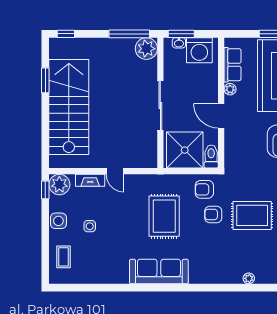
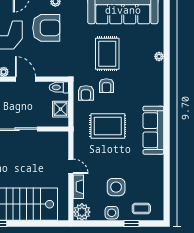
door: (221, 116) -> (25, 79), swing flipped
shower: (185, 150) -> (60, 109), width x0.54, depth x0.54
door: (115, 171) -> (71, 166), hinge flipped
window: (45, 190) -> (132, 224), moved
side table: (90, 226) -> (116, 187), width x1.87, depth x1.87

